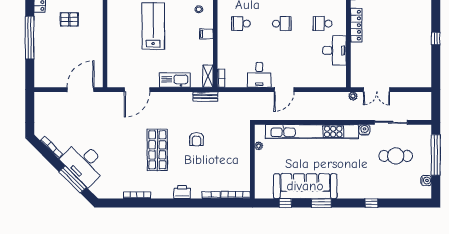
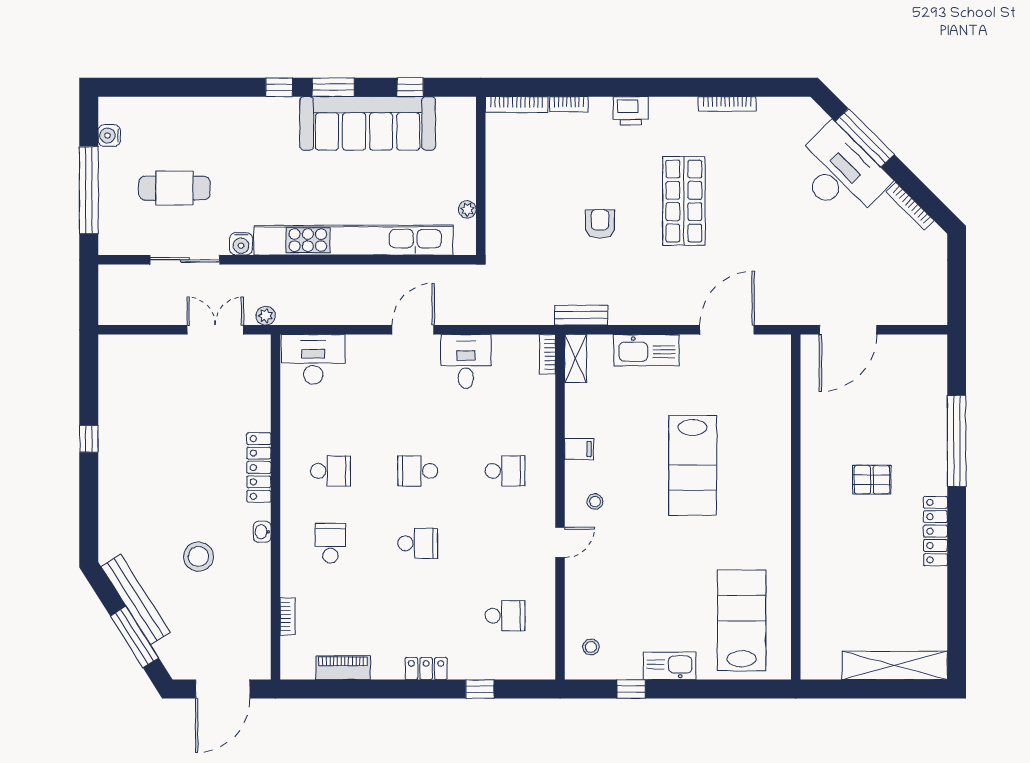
desk: (335, 50) -> (313, 359), moved, turned 90
window: (371, 203) -> (279, 87), moved

